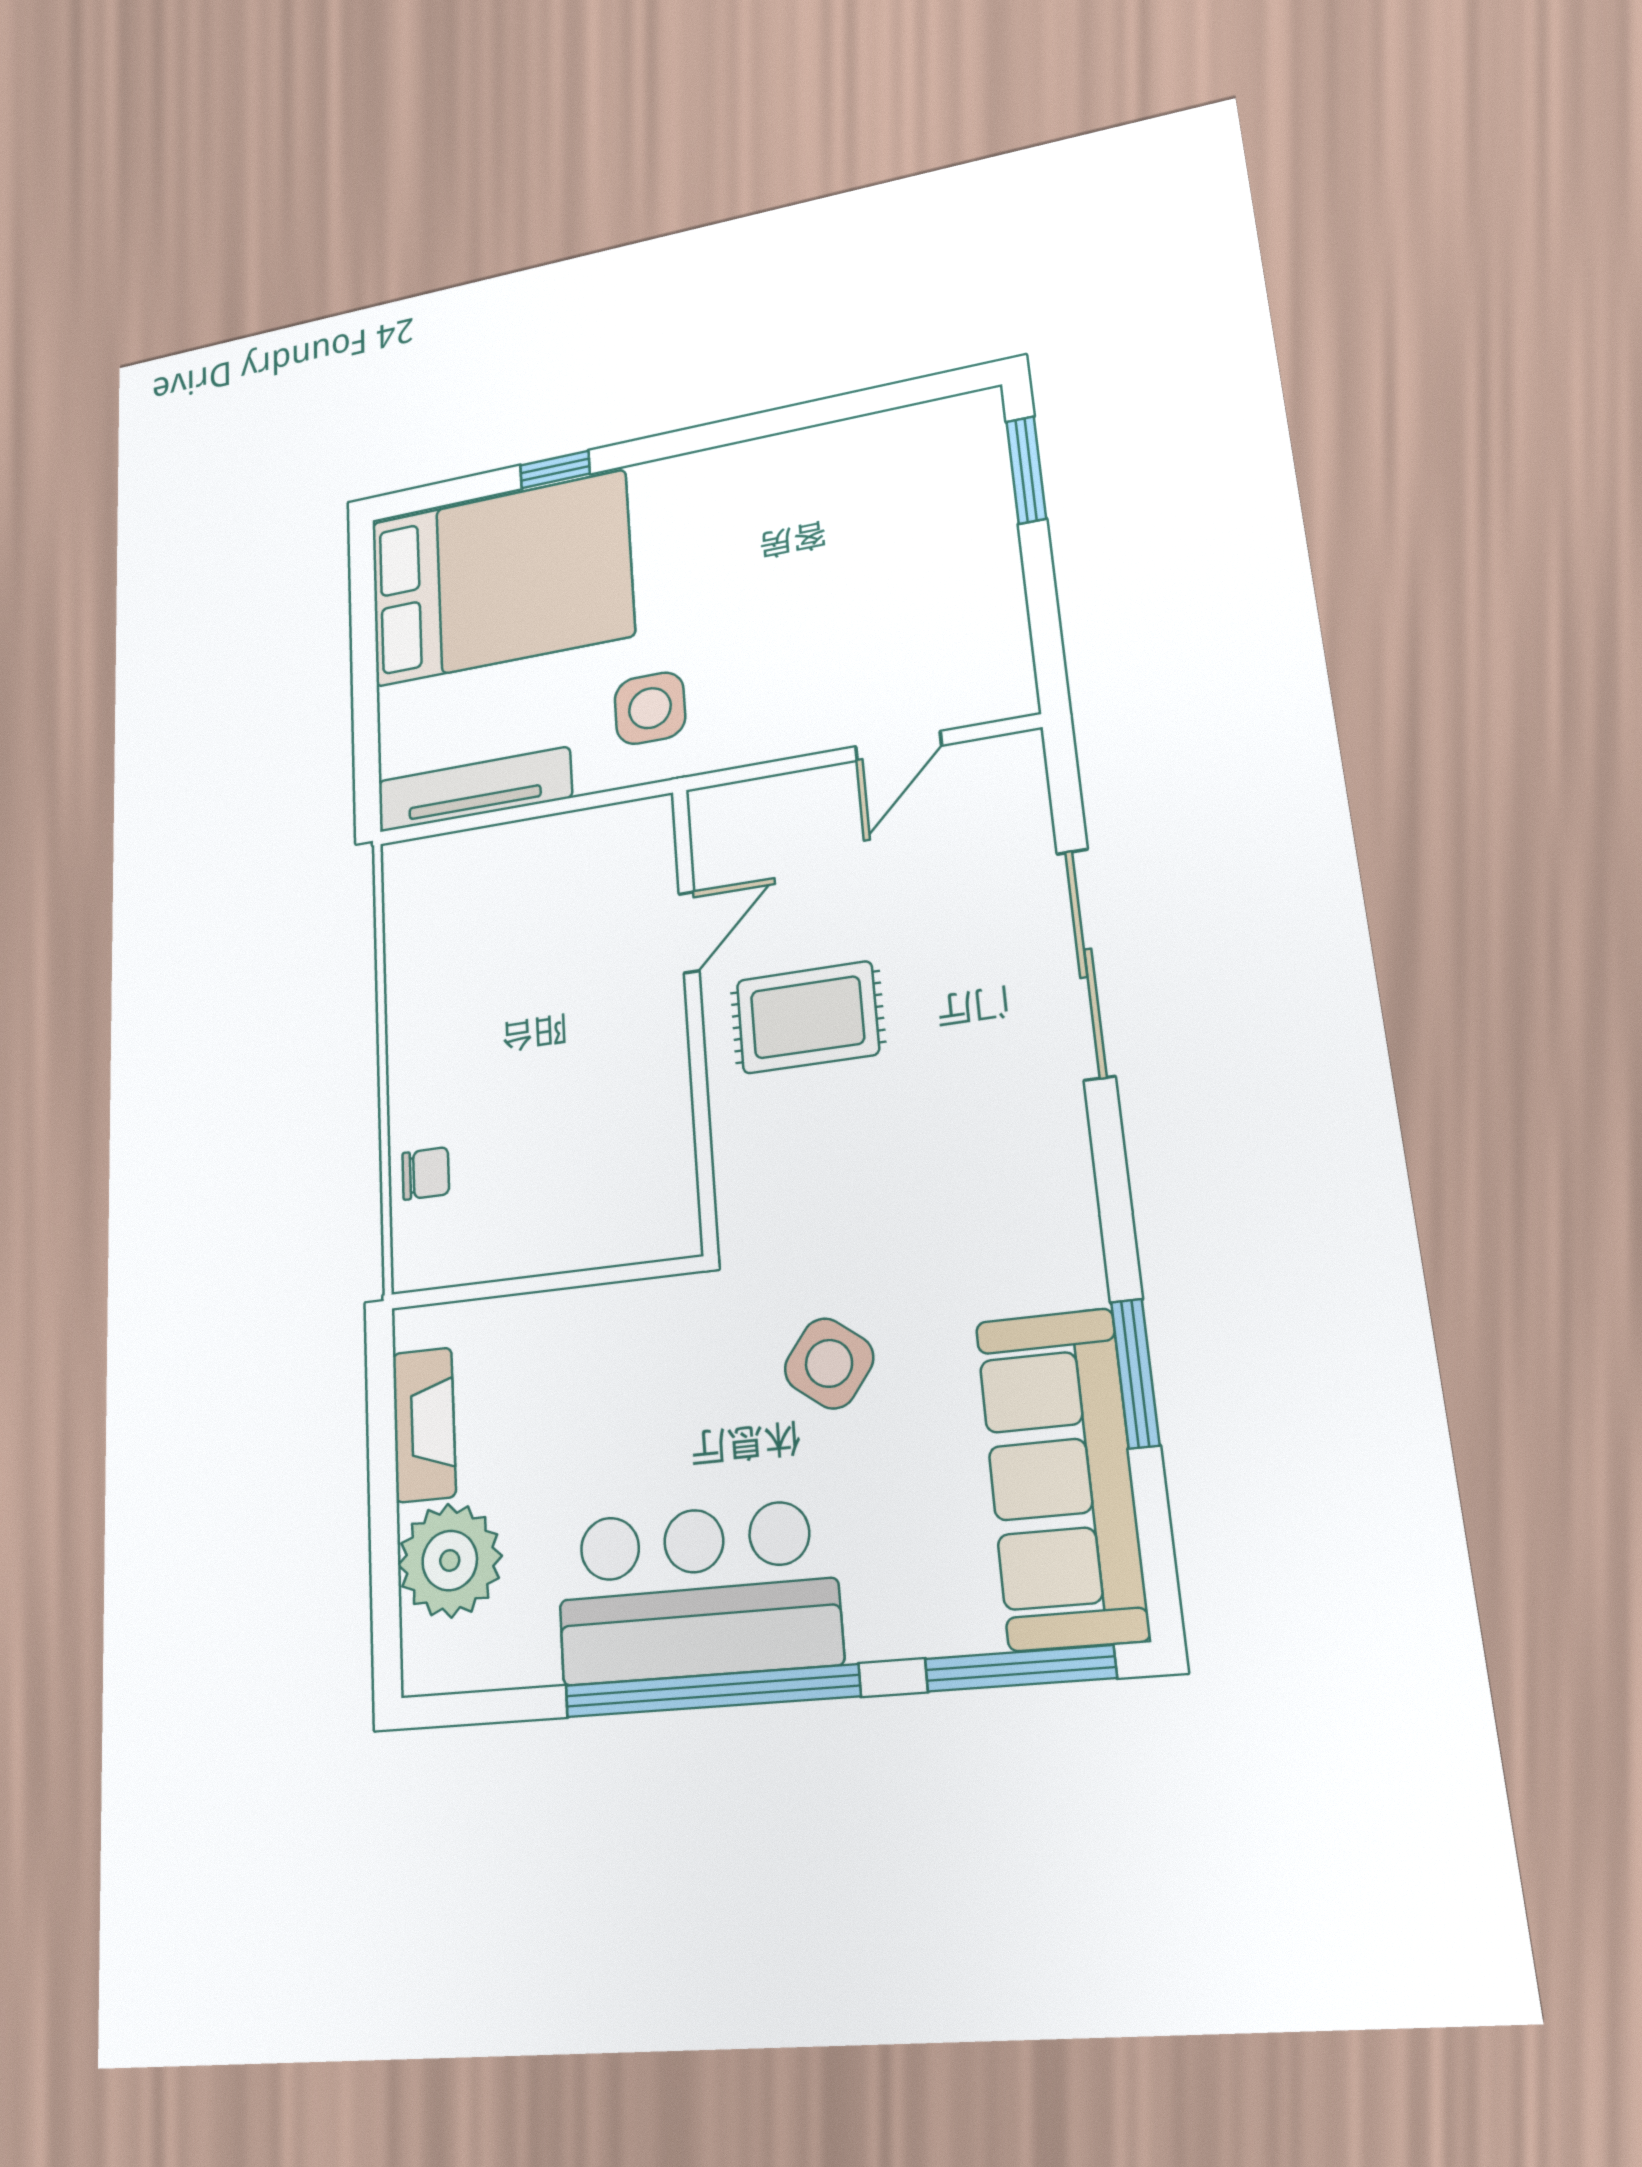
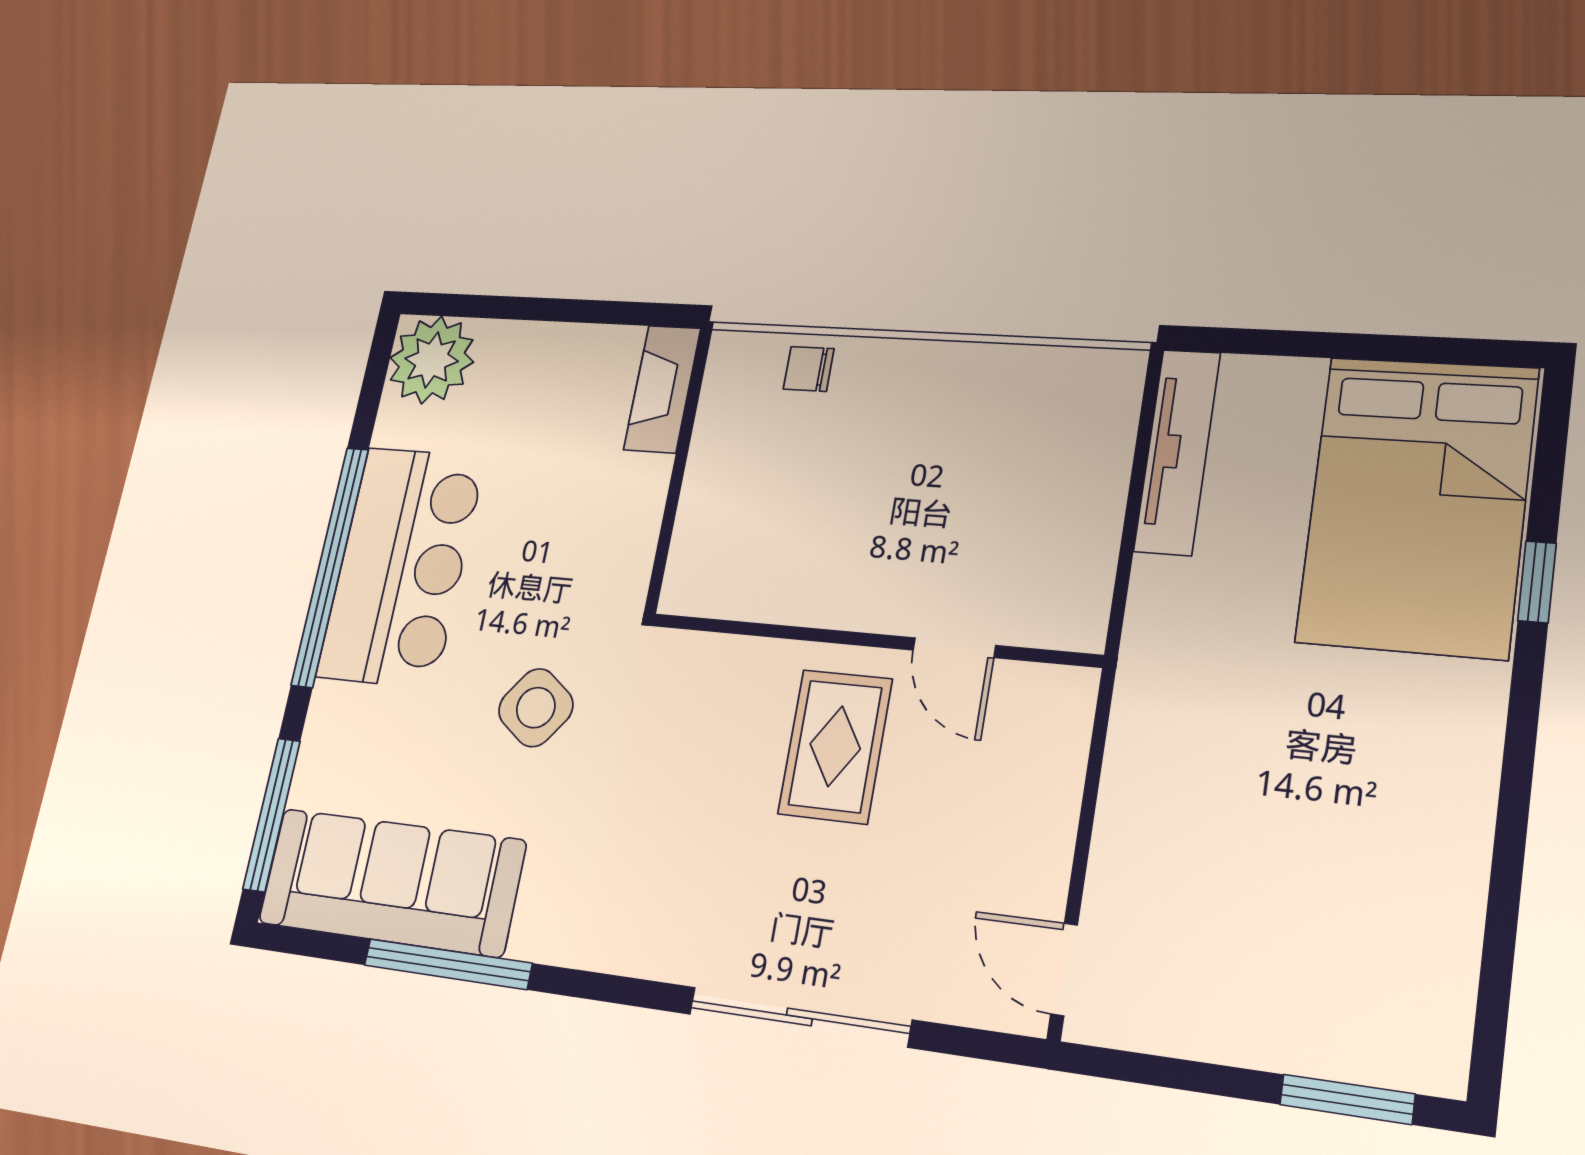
side table: (650, 708) -> (1206, 645), removed
door: (898, 746) -> (1064, 969), moved
chair: (426, 1173) -> (809, 369), turned 90
window: (1135, 1373) -> (448, 964), width x1.44
fireplace: (424, 1425) -> (662, 389), moved, turned 90
plant: (450, 1560) -> (432, 360), moved

